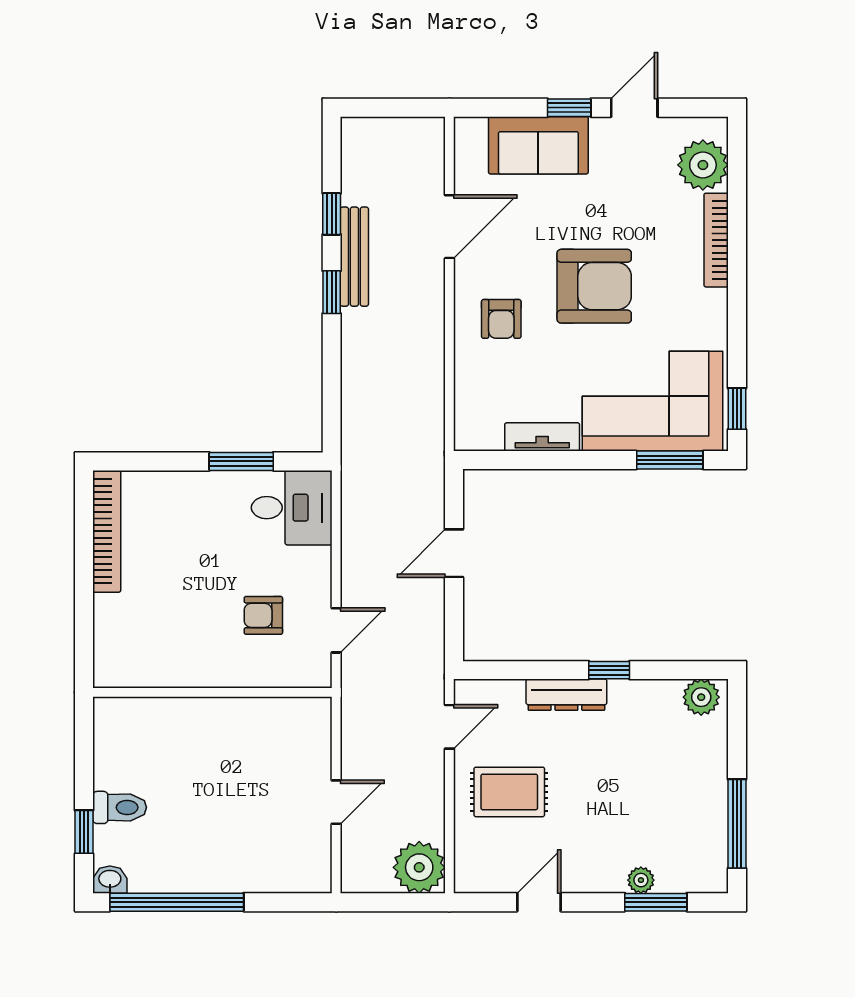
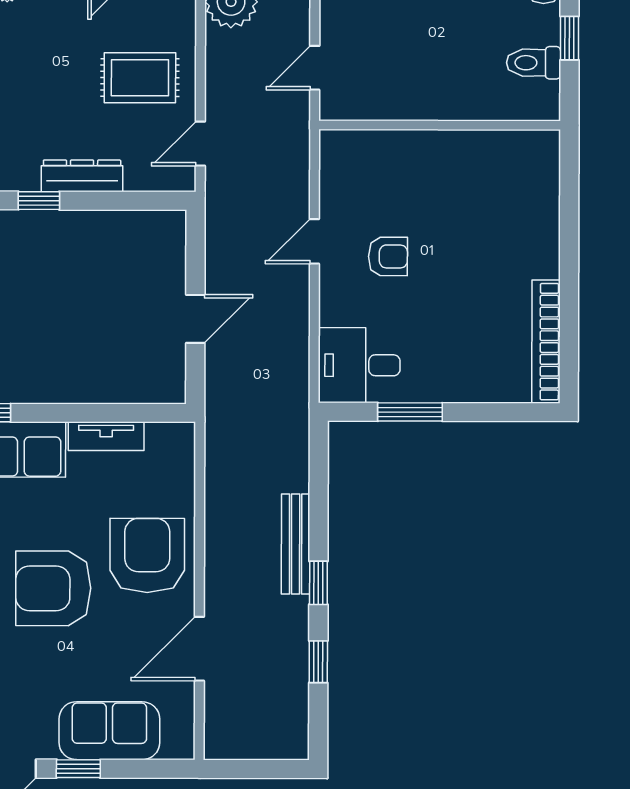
bench: (354, 257) -> (296, 544), moved
armchair: (501, 319) -> (147, 555), width x1.88, depth x1.88
wall: (212, 692) -> (440, 125), moved

